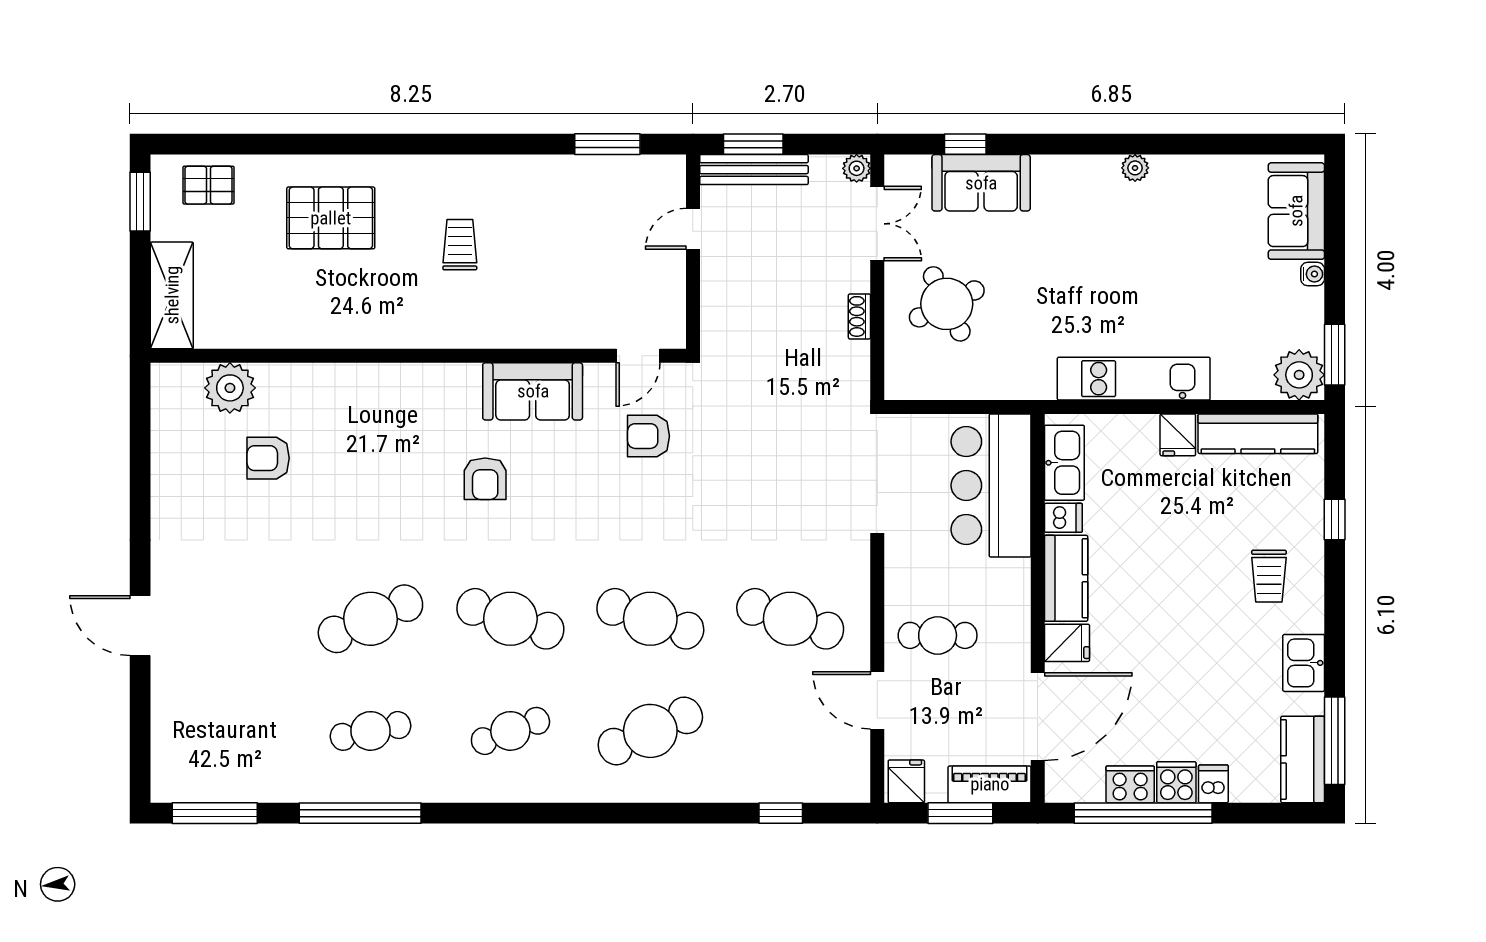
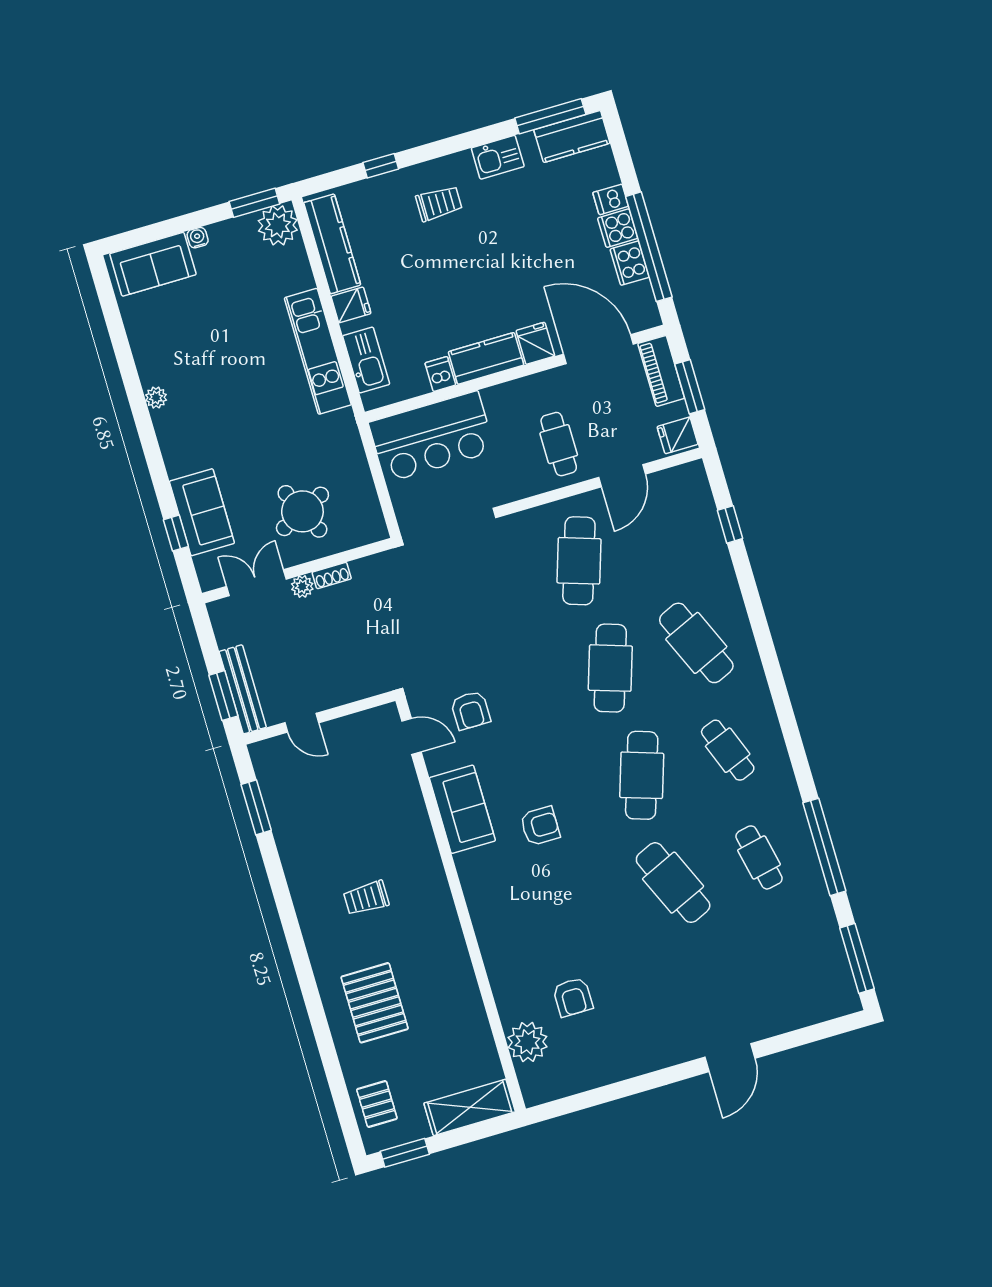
plant: (857, 168) -> (302, 586), moved
kitchen sink: (1064, 463) -> (366, 360), moved, turned 90

